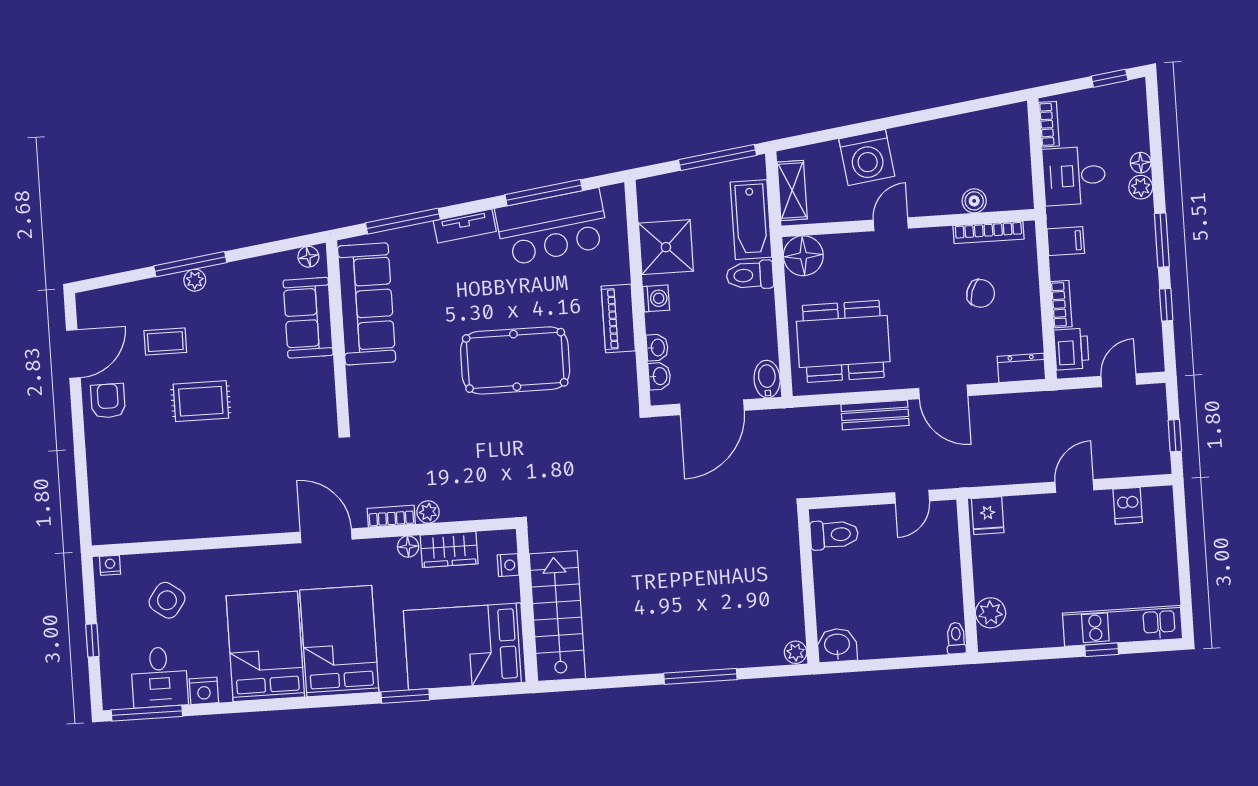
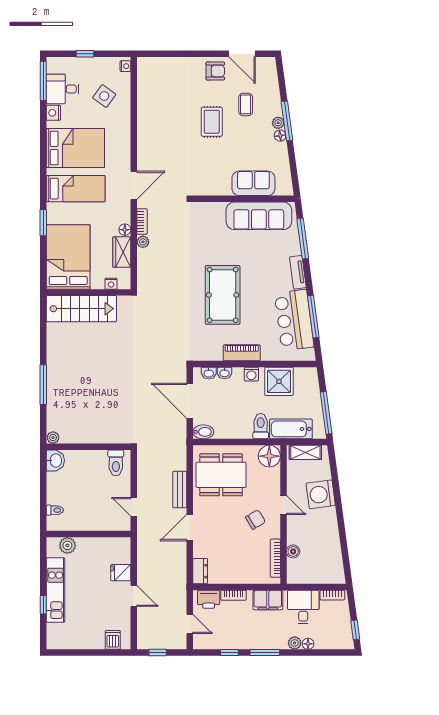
filing cabinet: (1066, 241) -> (268, 600), width x2.00
floor lamp: (308, 257) -> (280, 136), moved
chair: (981, 293) -> (255, 520), moved, turned -140
dining table: (843, 341) -> (221, 475), turned 90
dishwasher: (1128, 506) -> (113, 640), moved, turned 90
fridge: (988, 516) -> (121, 573), moved
kitchen unit: (1122, 626) -> (56, 590), moved
toilet: (956, 638) -> (55, 510), moved
bed: (339, 641) -> (76, 189), width x0.67

